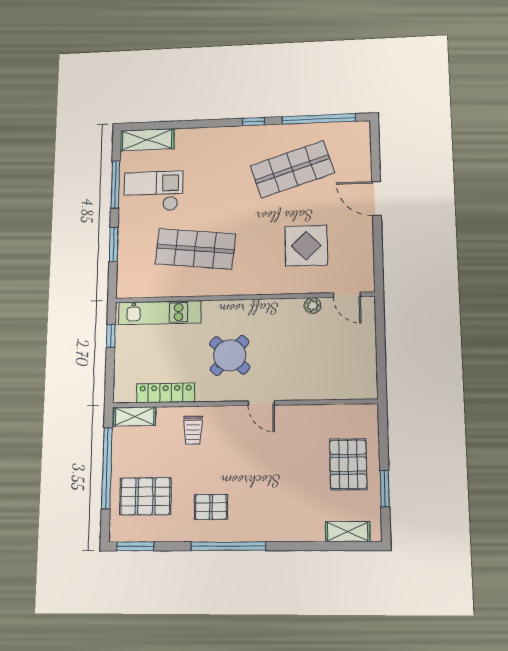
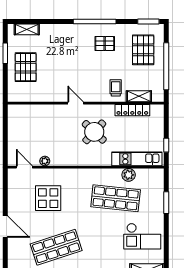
window: (115, 184) -> (166, 242), removed
plant: (174, 287) -> (129, 175), added
shelving: (135, 416) -> (139, 96), moved
pallet: (145, 496) -> (143, 50), turned 90

